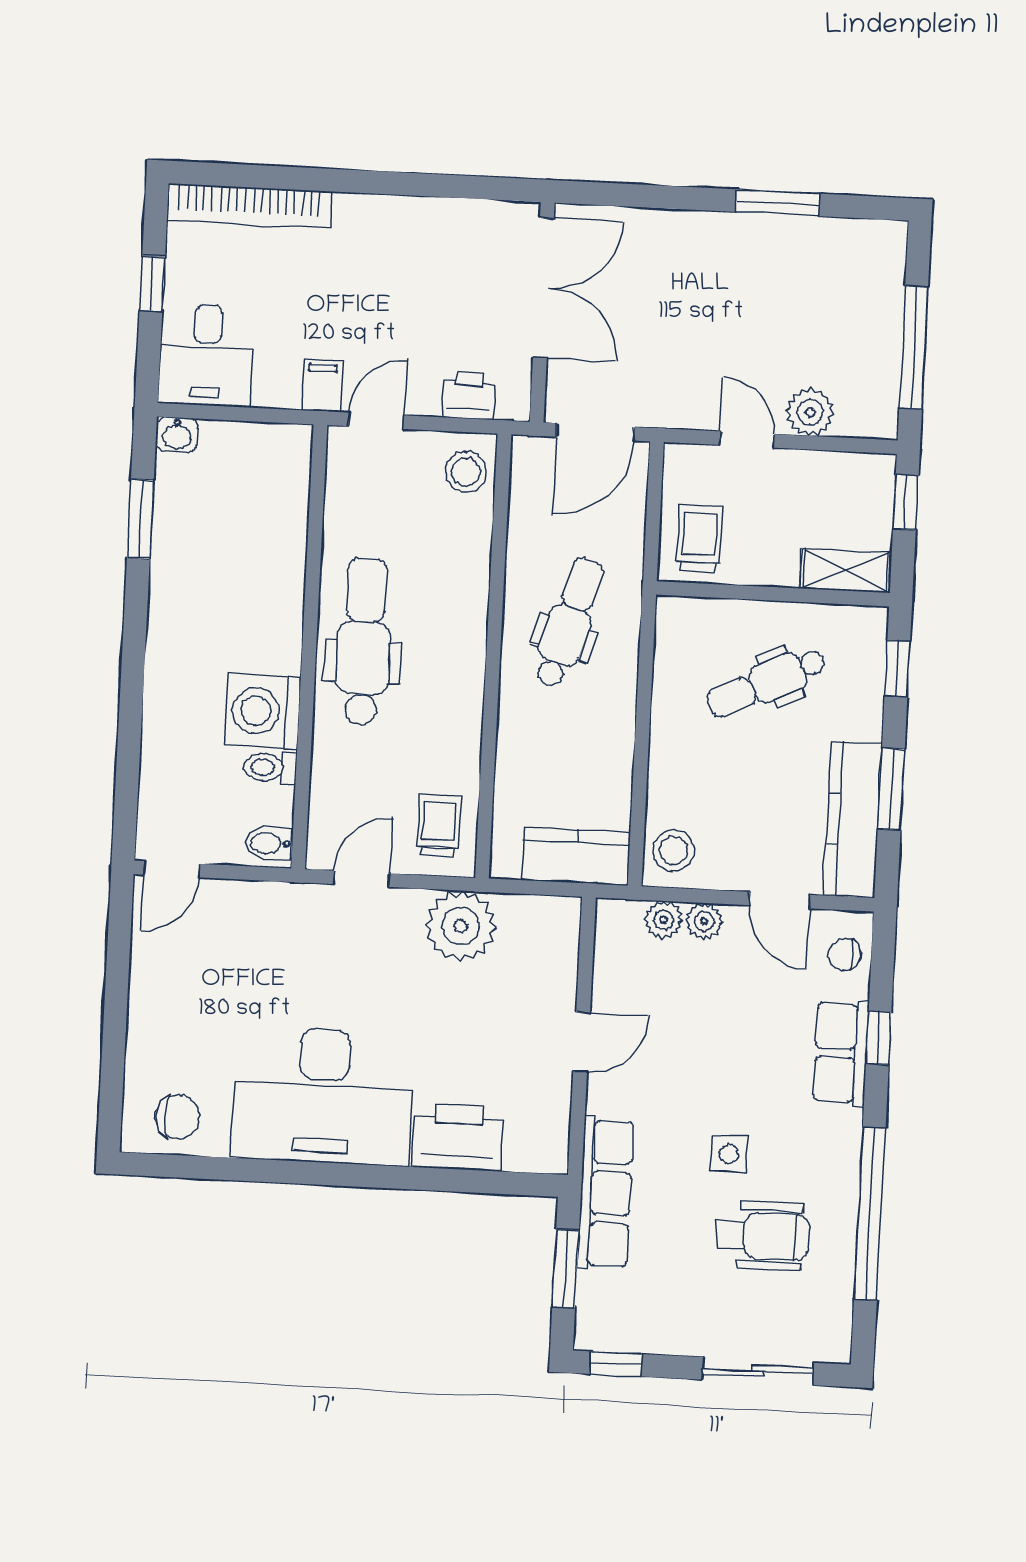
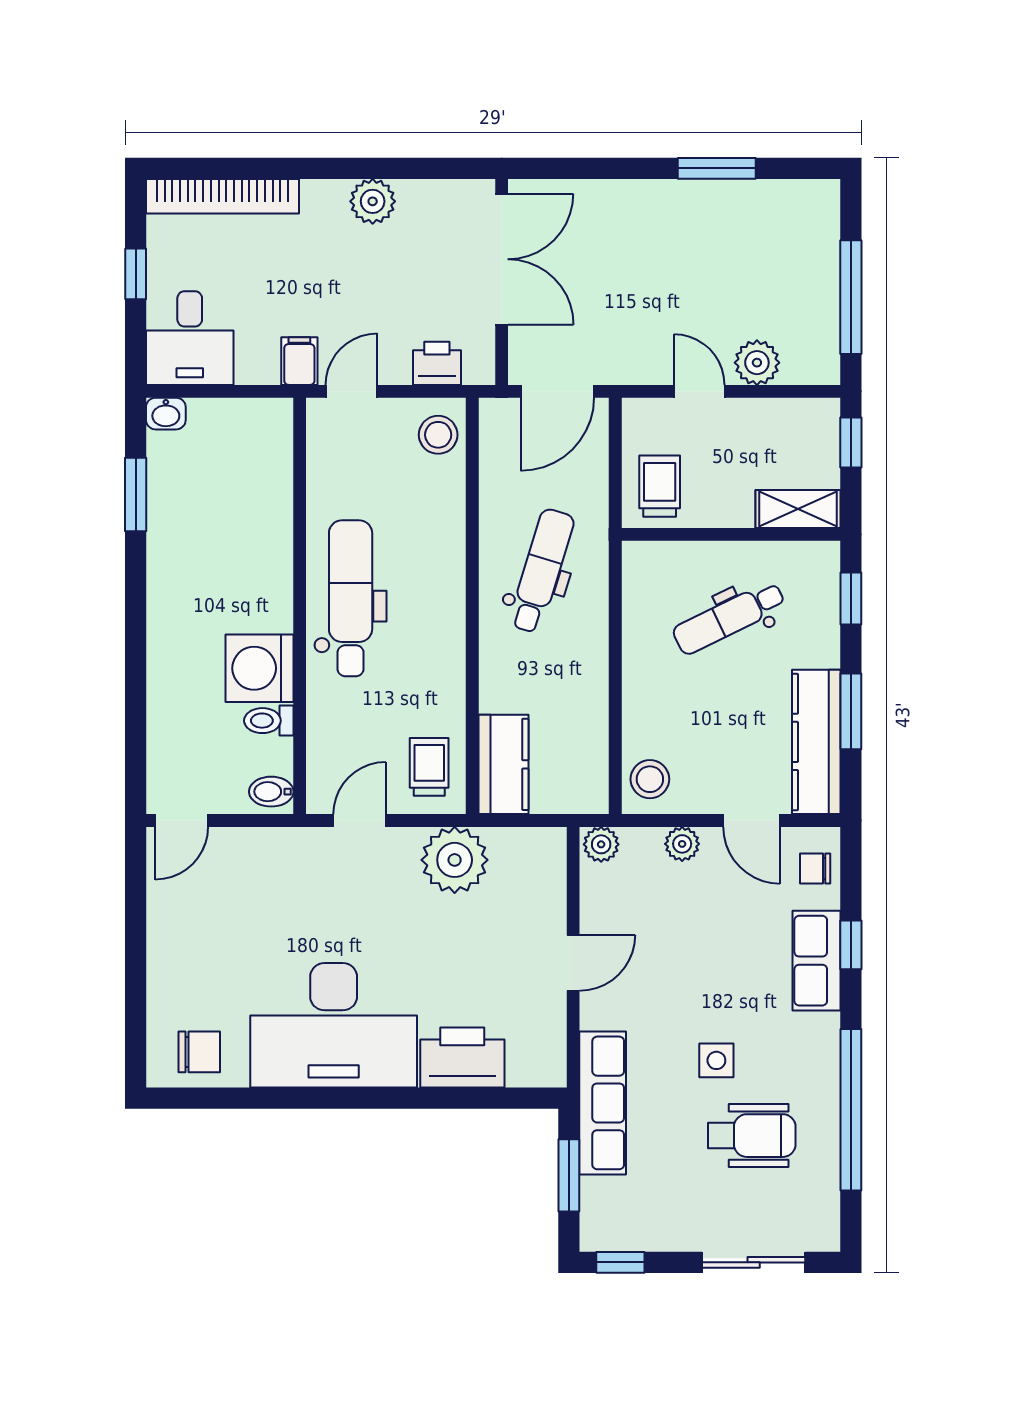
plant: (409, 219) -> (373, 201), added
kitchen counter: (576, 856) -> (503, 764), moved, turned 90
plant: (664, 920) -> (601, 844), moved

